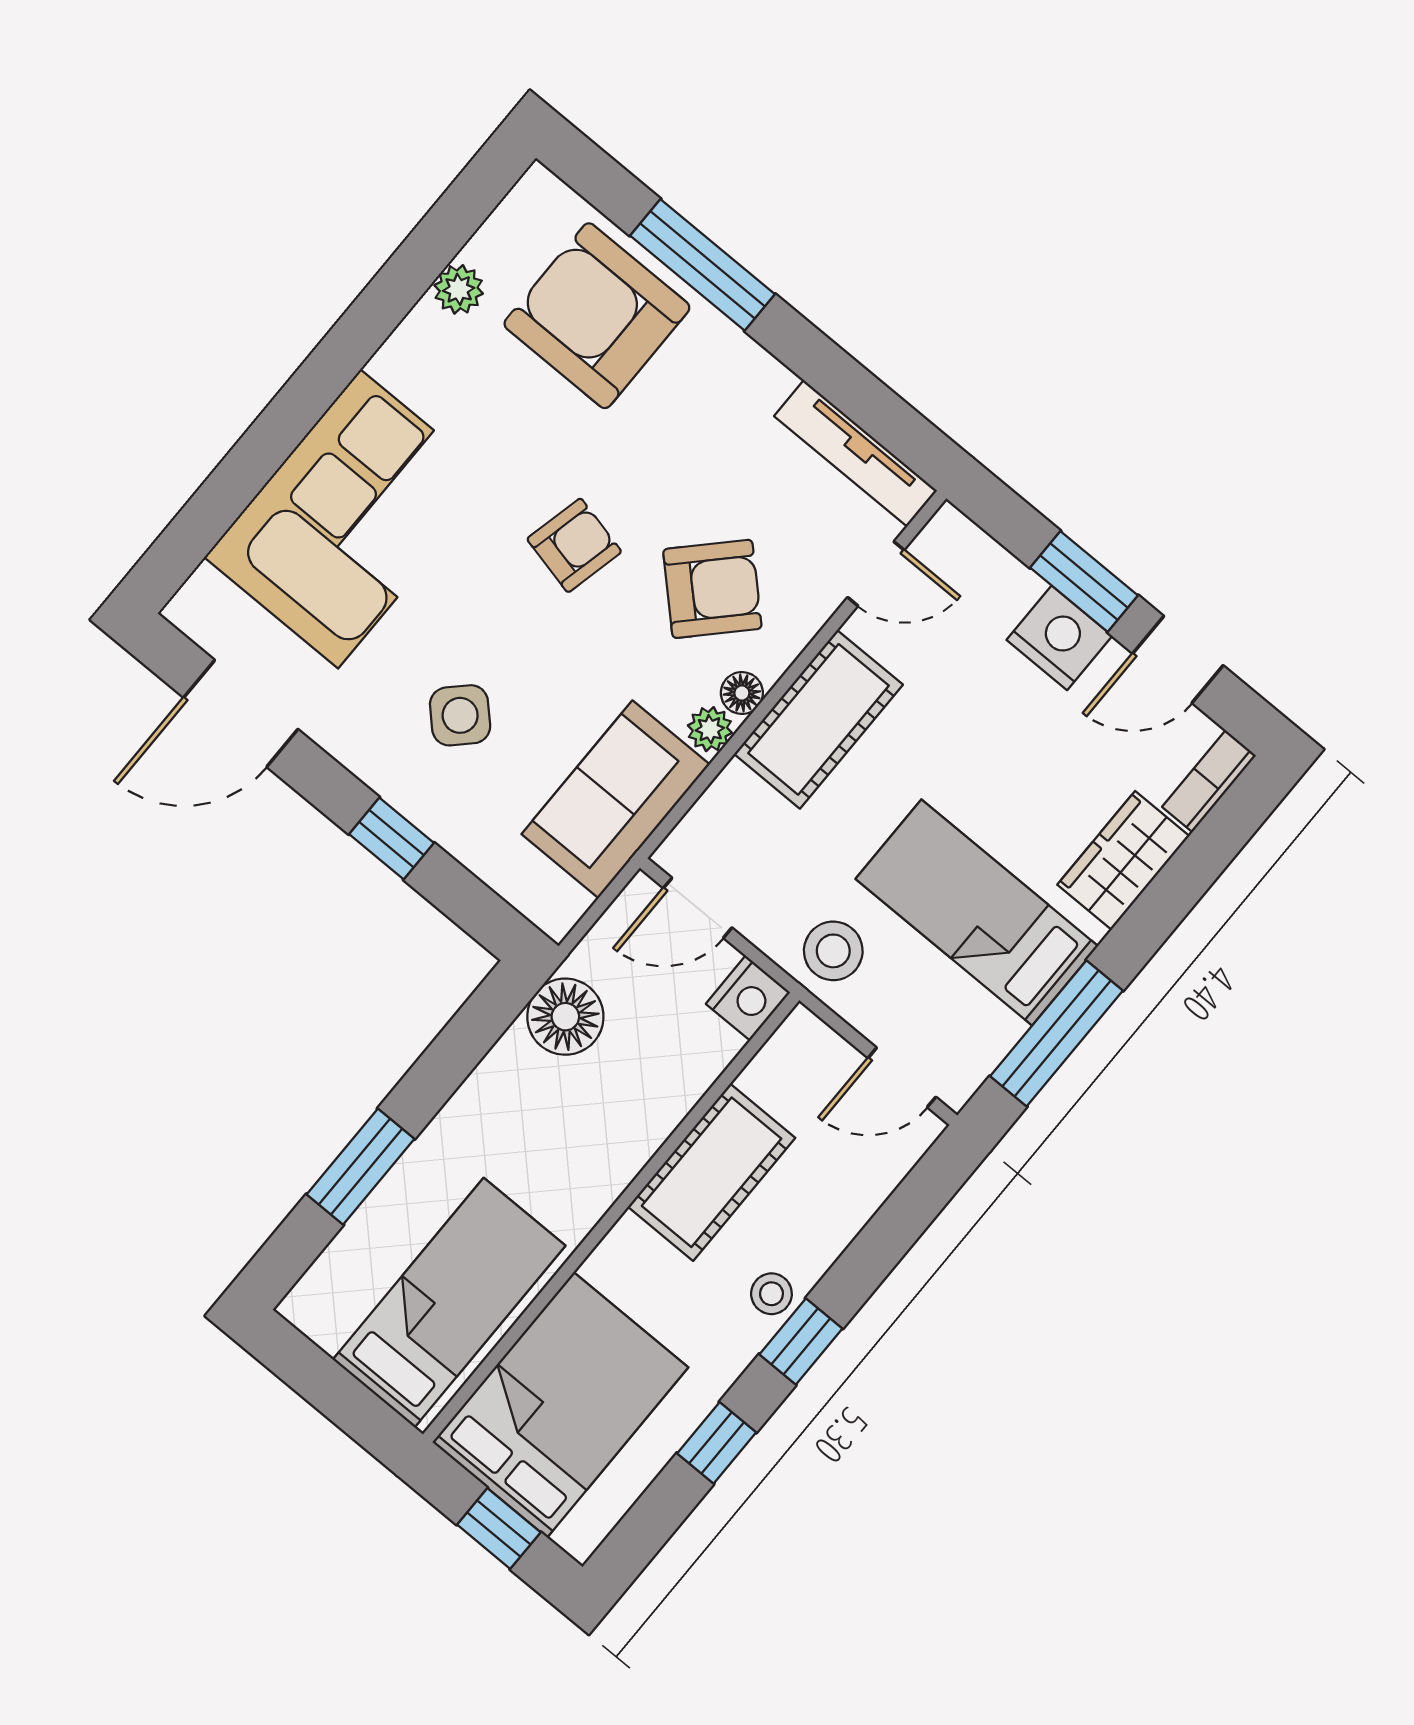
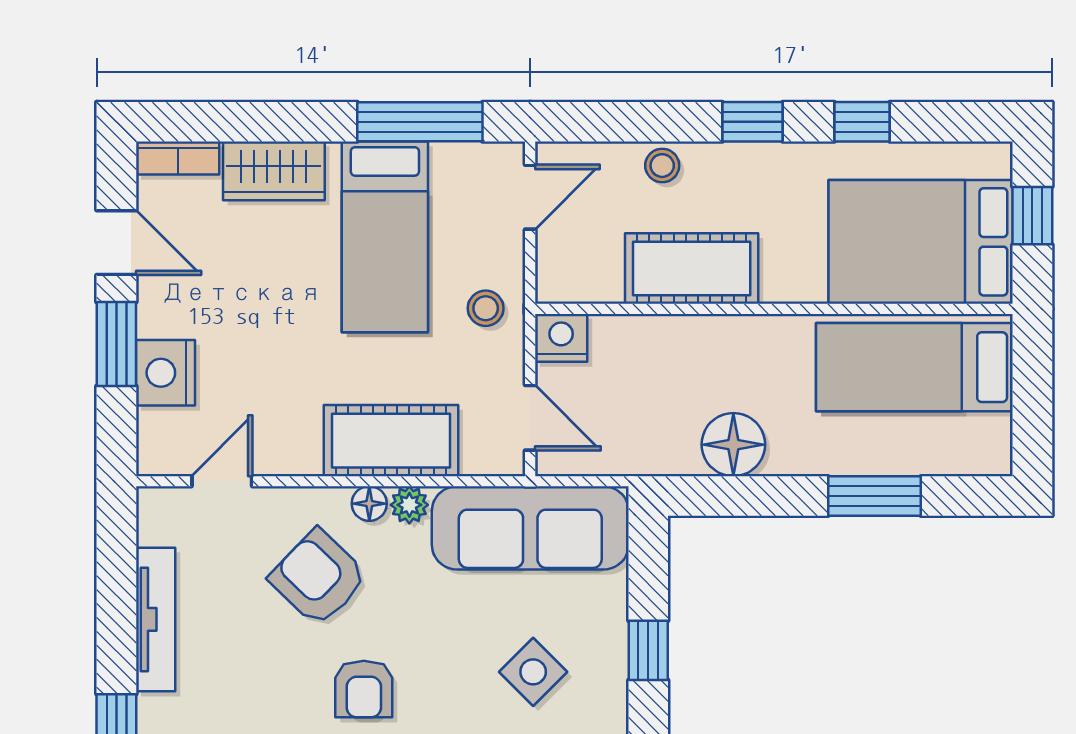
tv unit: (856, 453) -> (156, 619), moved
armchair: (574, 545) -> (364, 689), turned -103
door: (876, 574) -> (222, 481), hinge flipped
nightstand: (1059, 638) -> (166, 373), moved
cot: (818, 719) -> (391, 441), moved
sofa: (616, 799) -> (530, 528), width x1.36
stool: (833, 951) -> (486, 308), width x0.73, depth x0.73
floor lamp: (565, 1017) -> (733, 445), moved
door: (902, 1077) -> (530, 197), hinge flipped
stool: (771, 1294) -> (662, 166), moved

